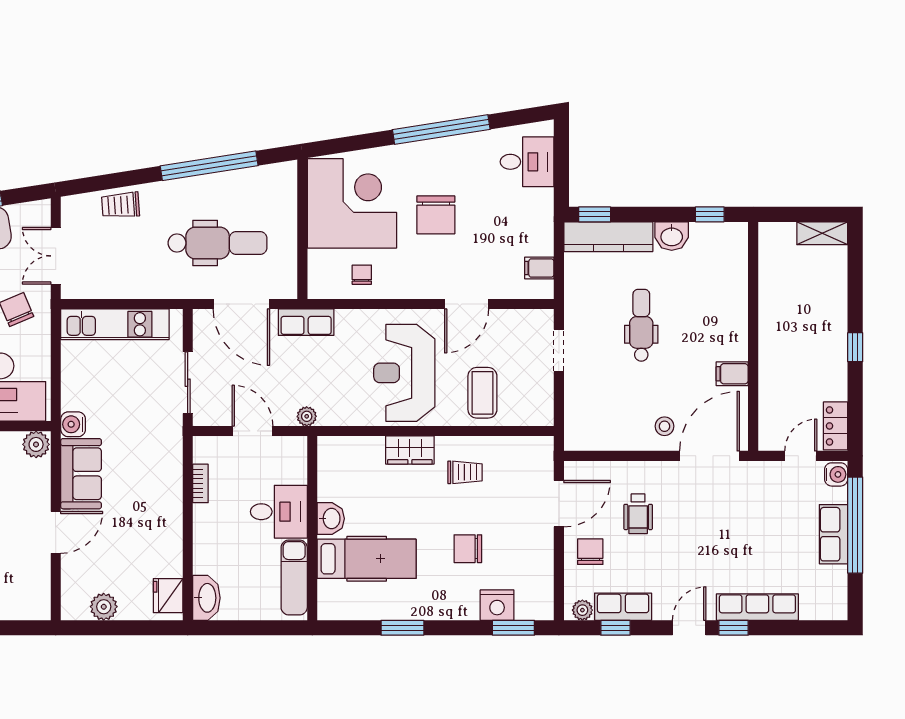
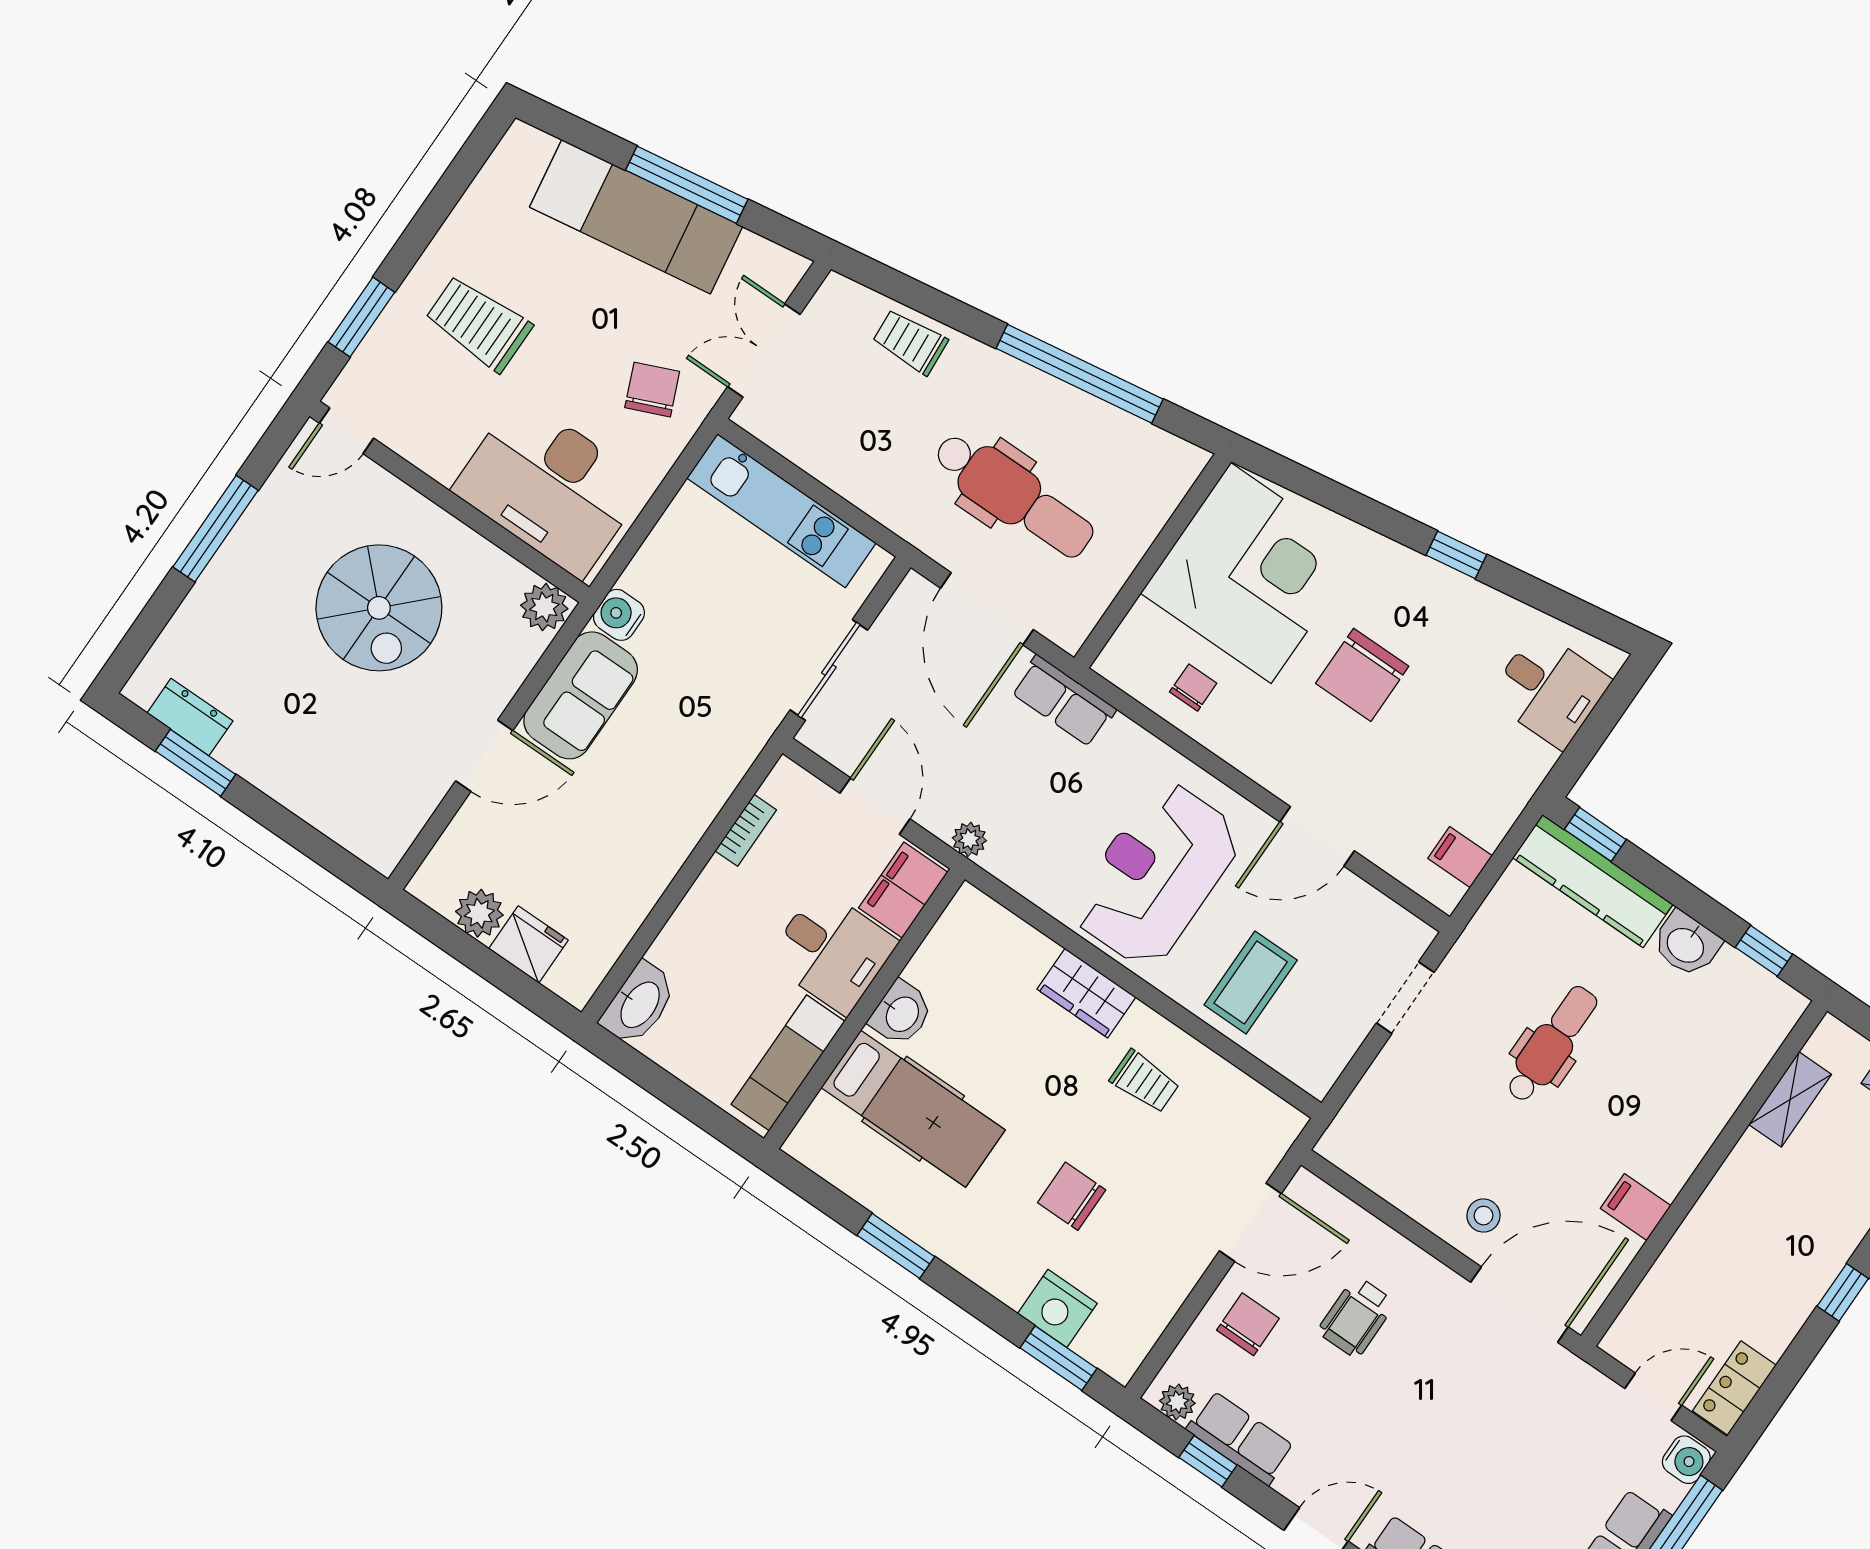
window: (441, 129) -> (1456, 555), width x0.32
shelving: (769, 275) -> (1790, 1099), added
filing cabinet: (292, 461) -> (903, 890), added
fridge: (168, 596) -> (528, 944), moved, turned 90

